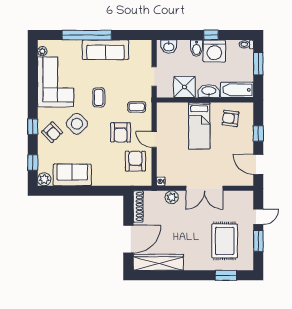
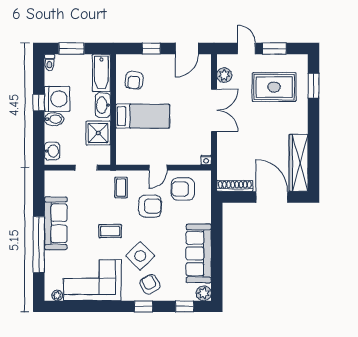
armchair: (52, 132) -> (150, 284), turned -76
sofa: (72, 175) -> (199, 253), width x1.36
plant: (172, 197) -> (224, 75), moved

